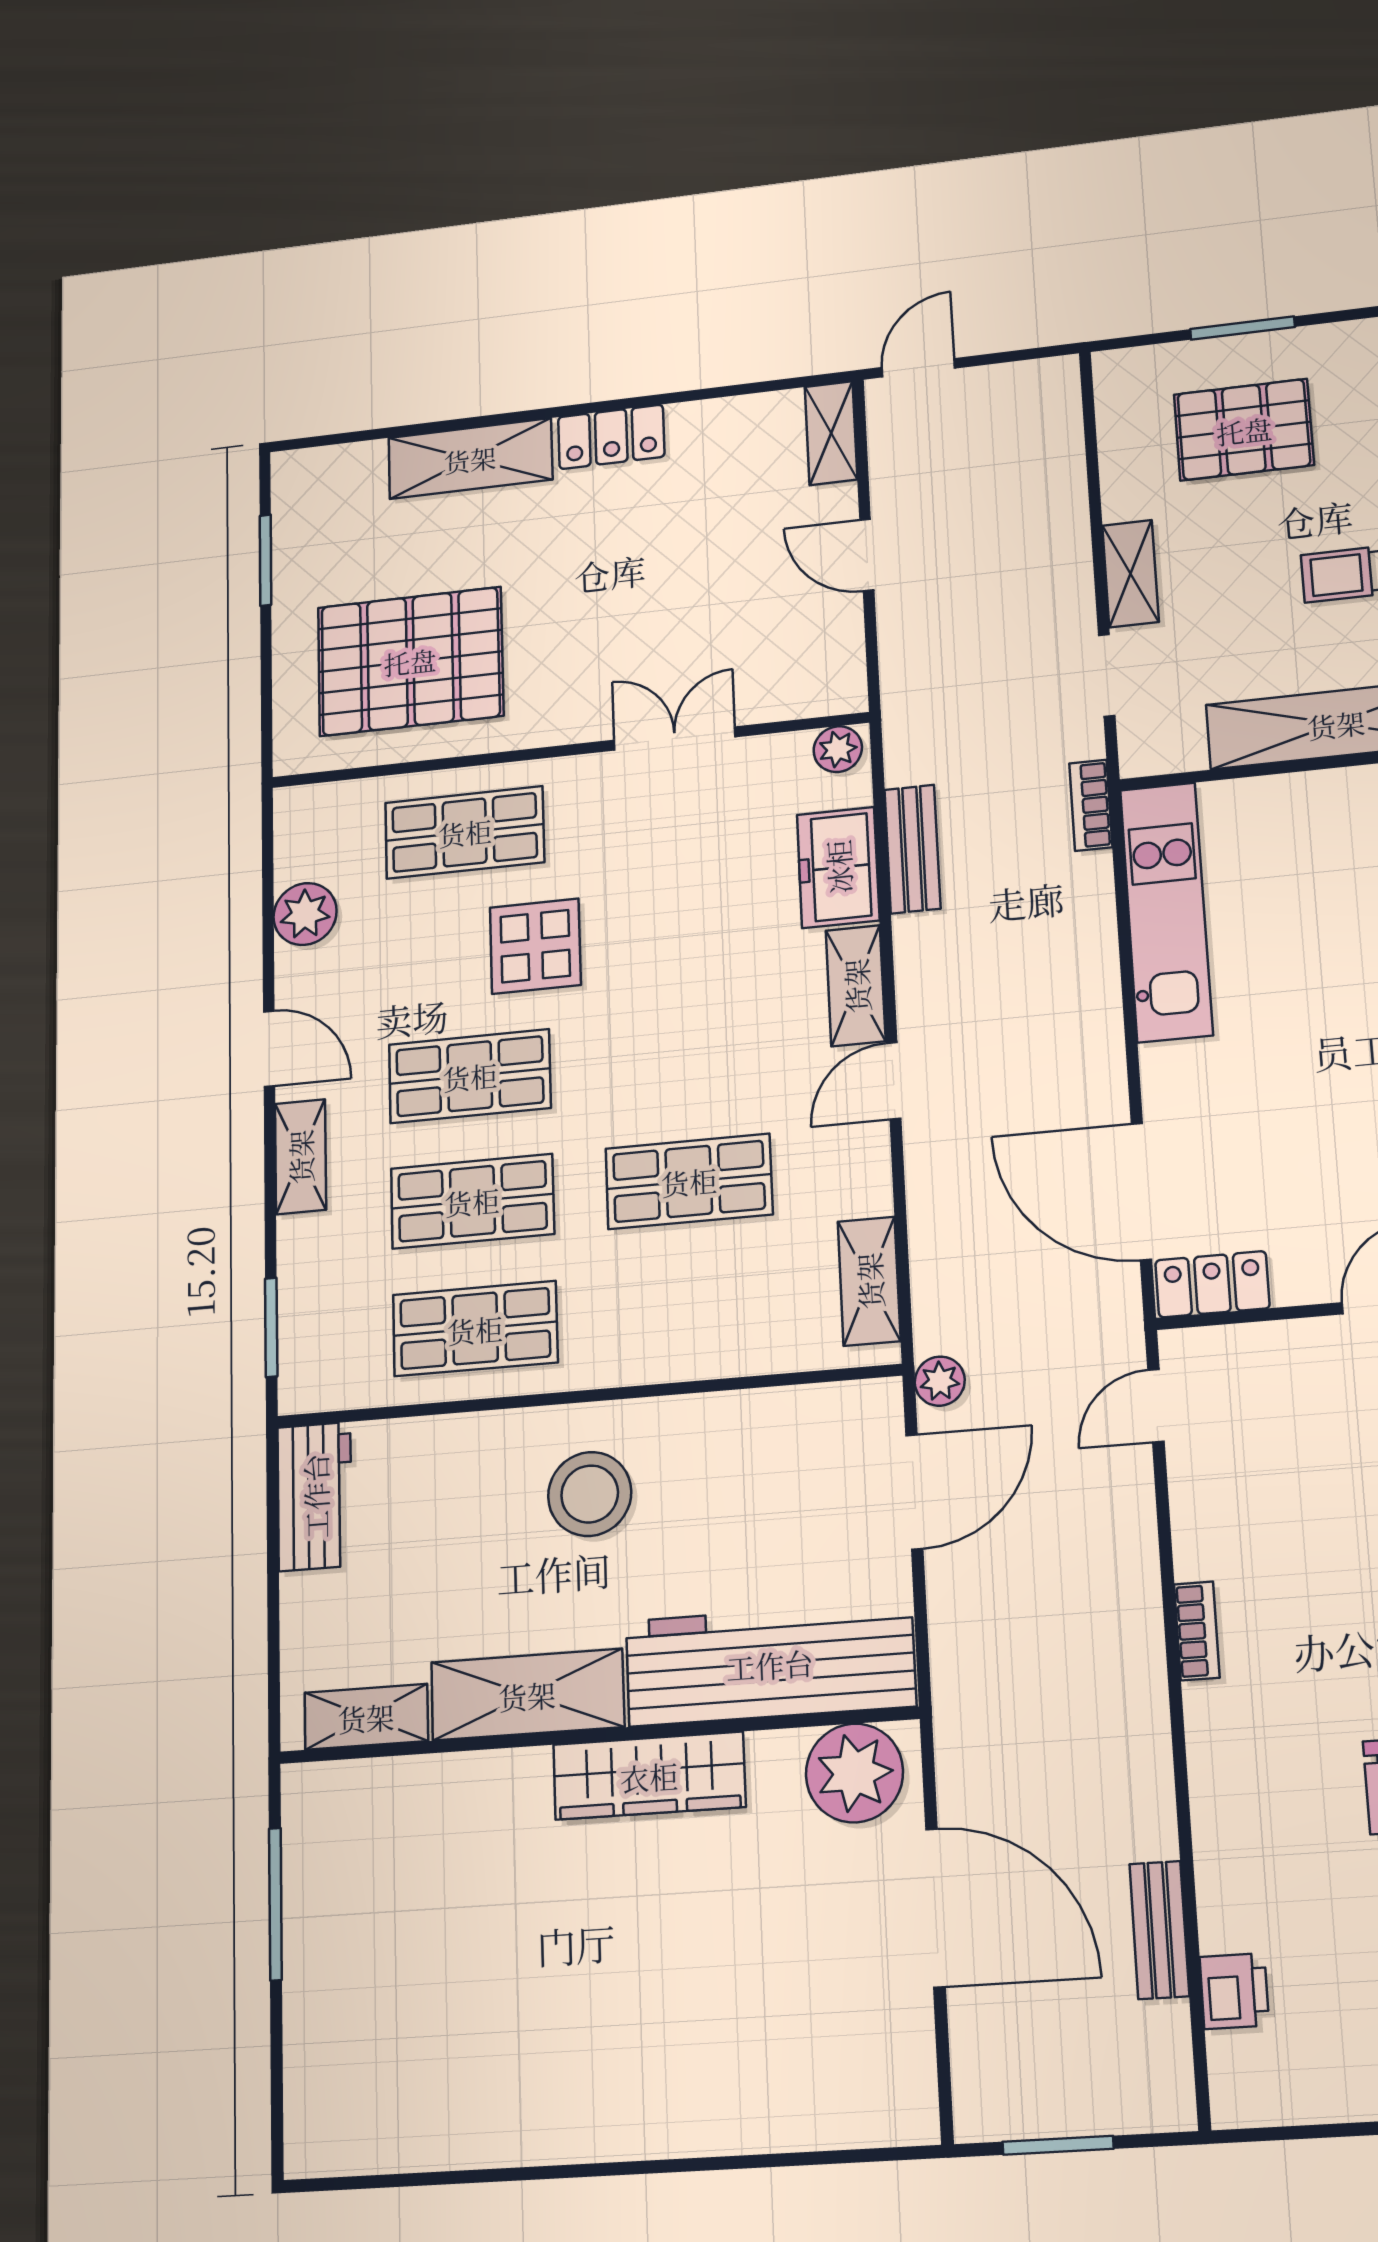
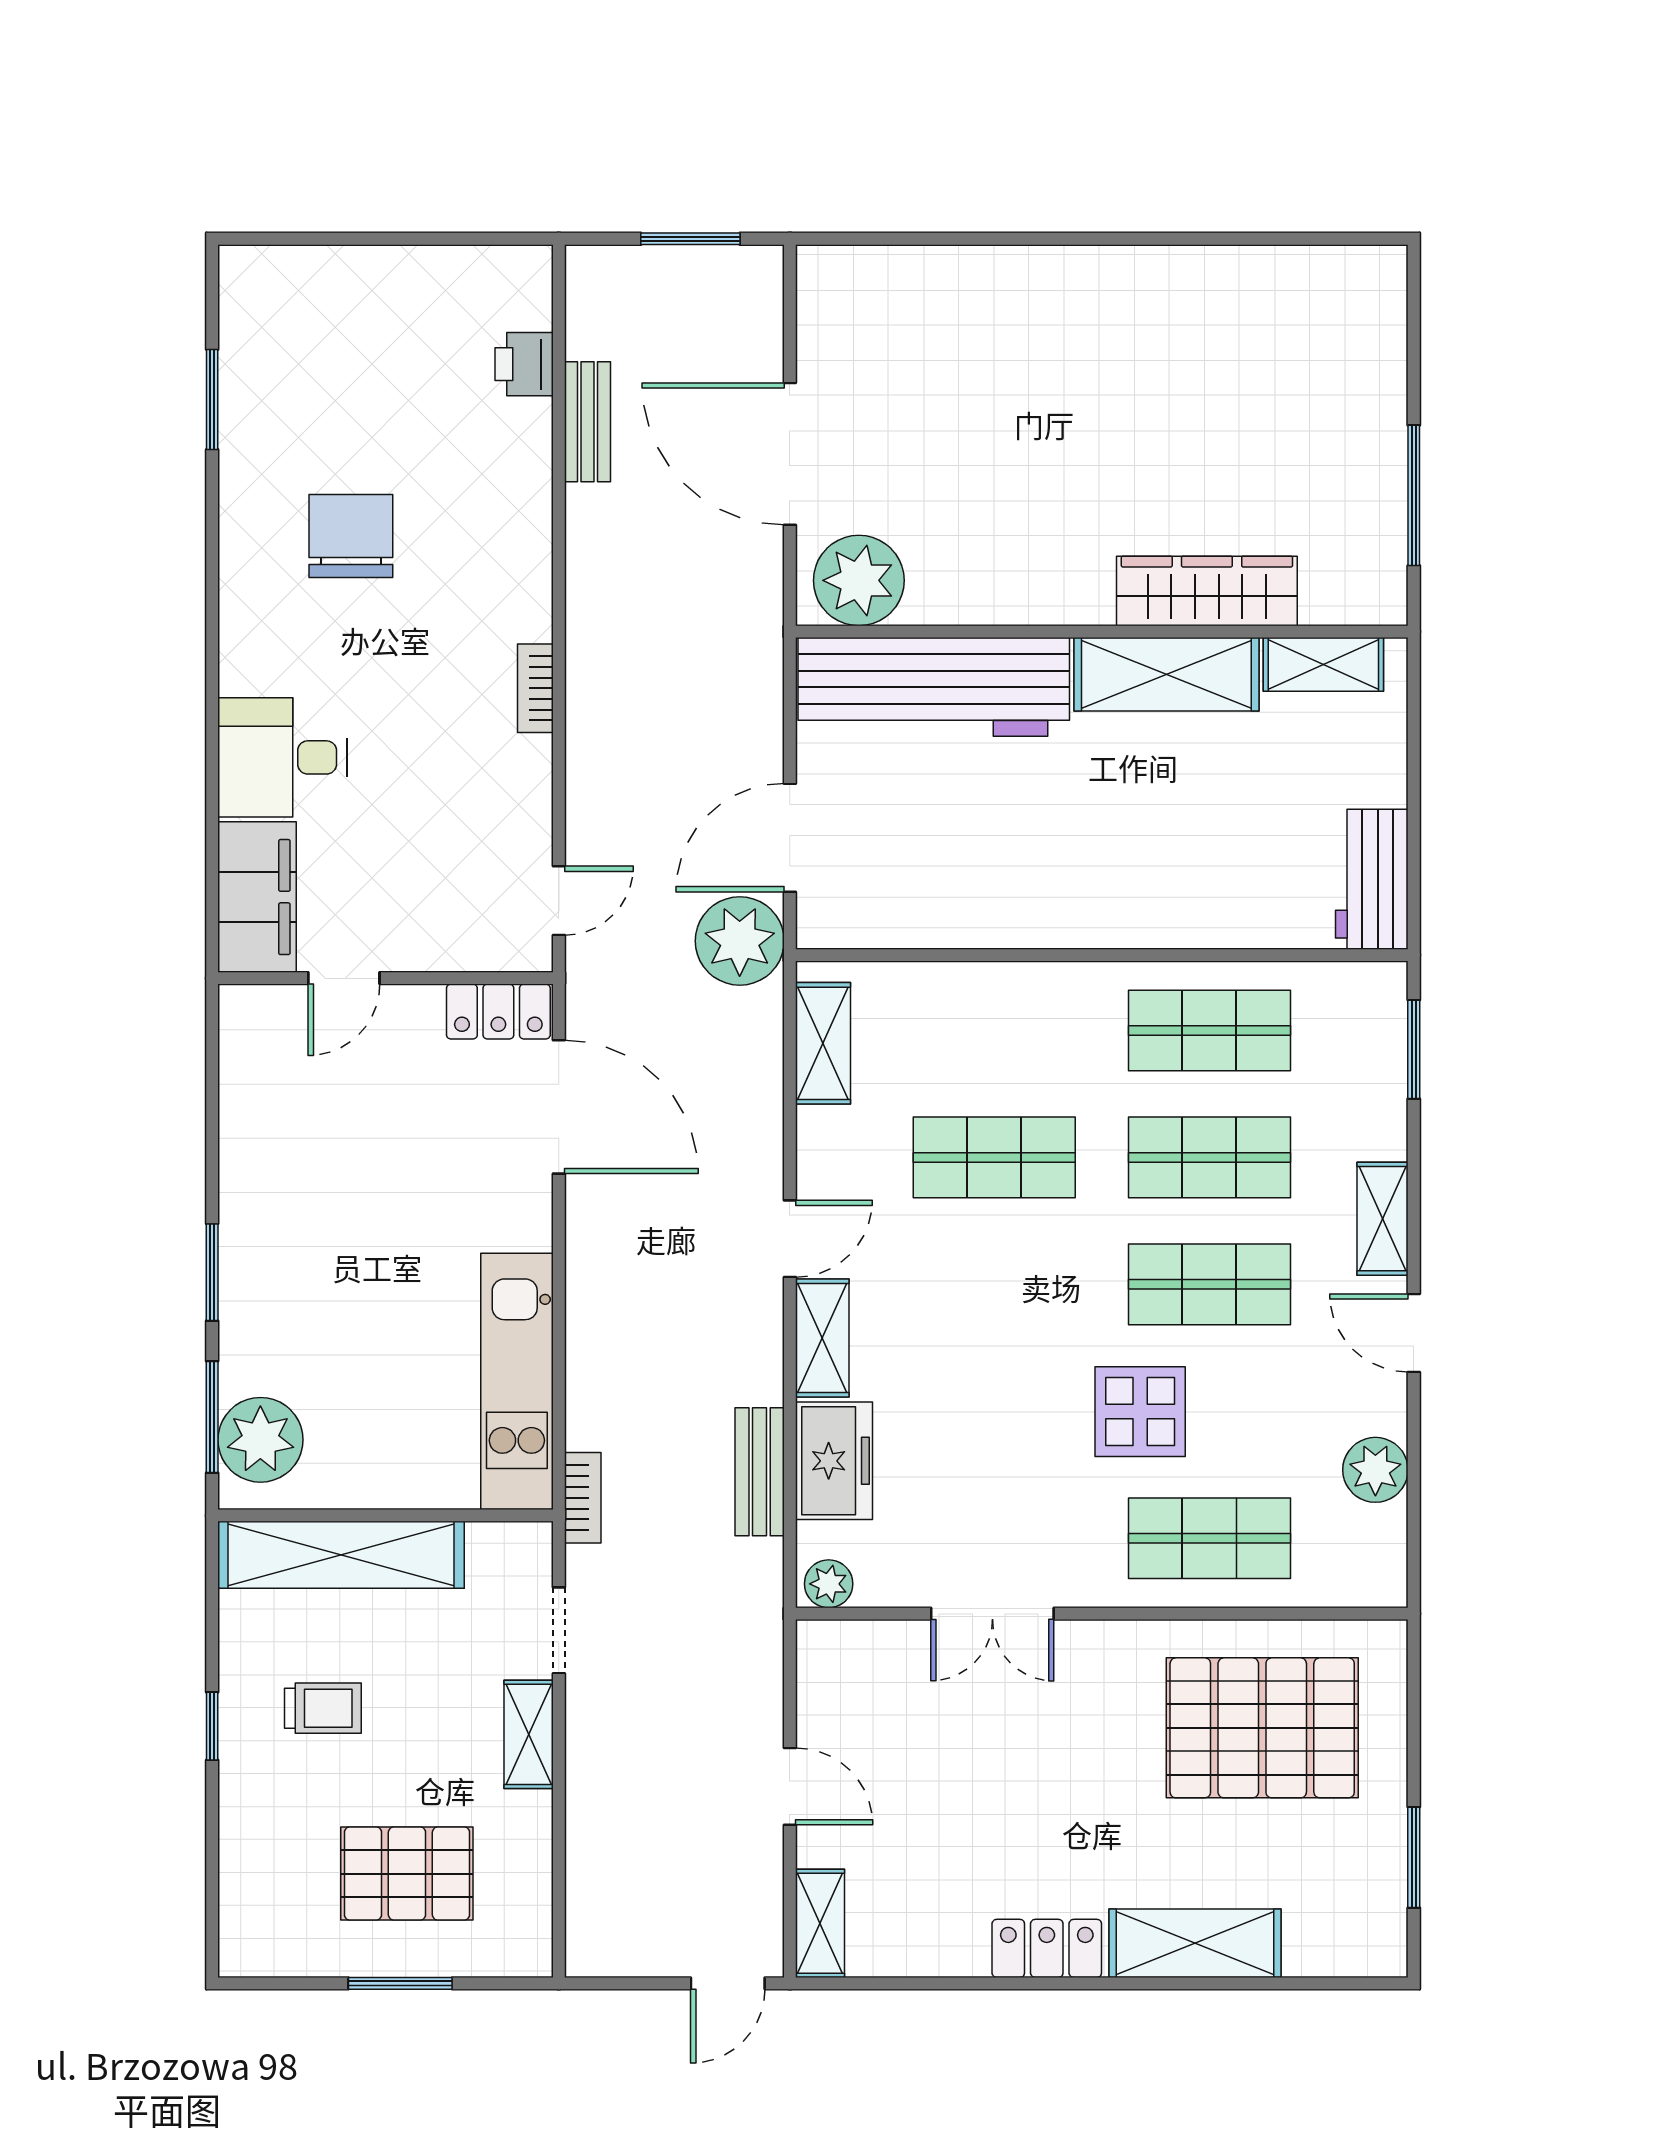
plant: (940, 1381) -> (740, 941), width x1.88, depth x1.88
stool: (590, 1494) -> (1101, 860), removed
wardrobe: (649, 1776) -> (1207, 591), moved

